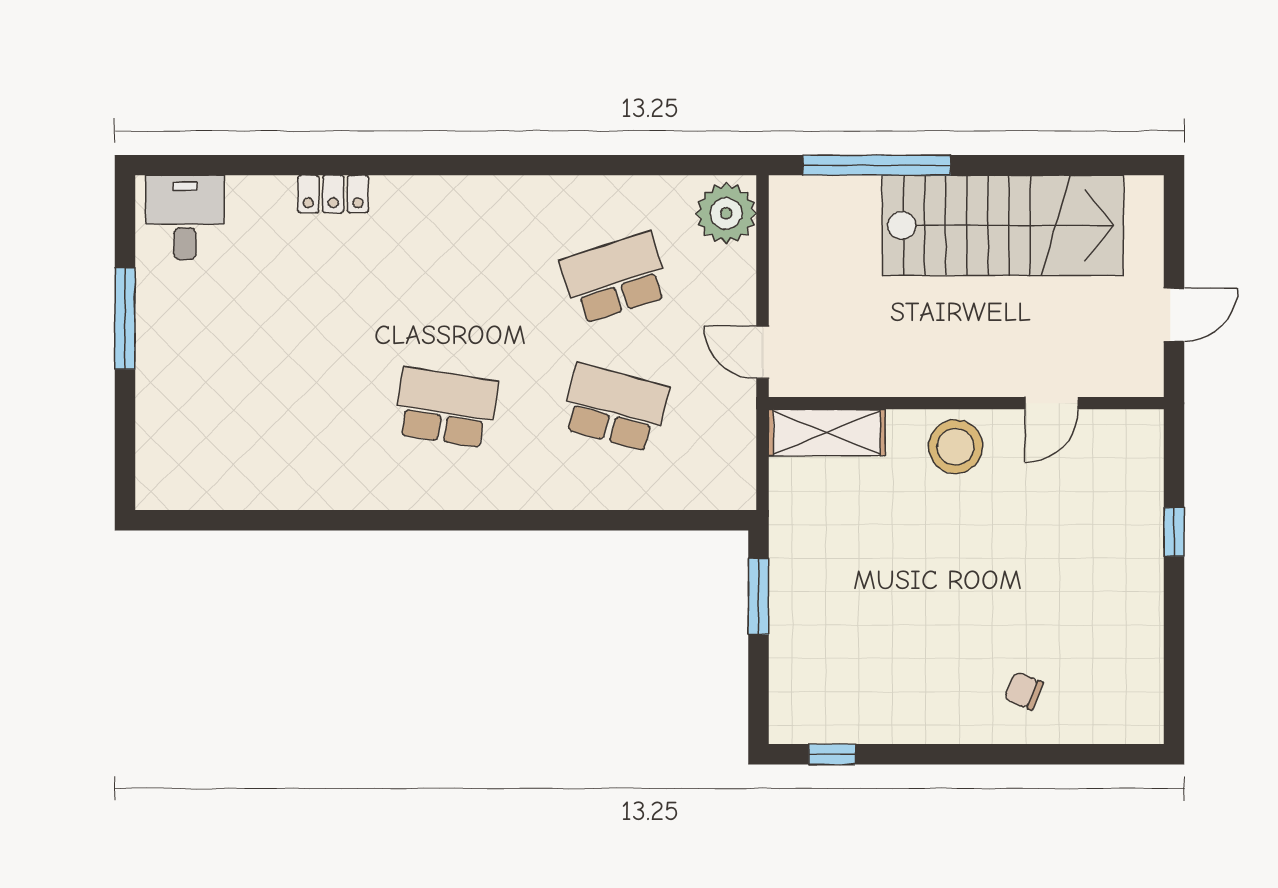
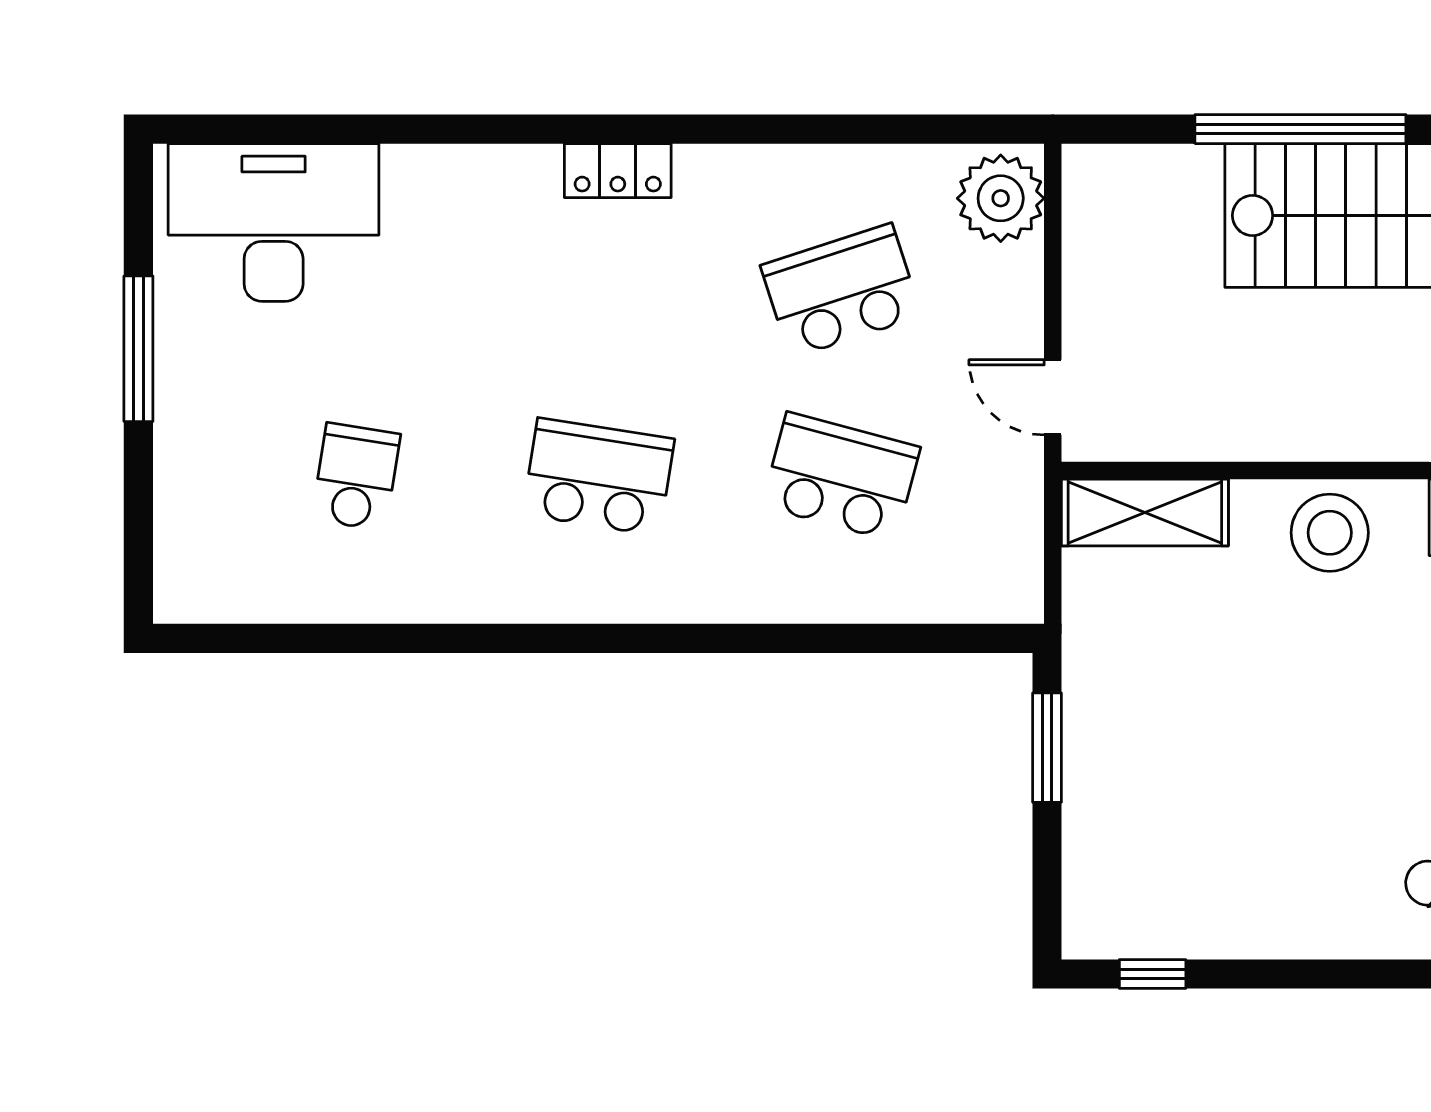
window: (877, 165) -> (1300, 129), moved
locker: (333, 194) -> (618, 171), moved
desk: (185, 218) -> (274, 222), width x1.87, depth x1.30
school desk: (277, 407) -> (356, 477), added

